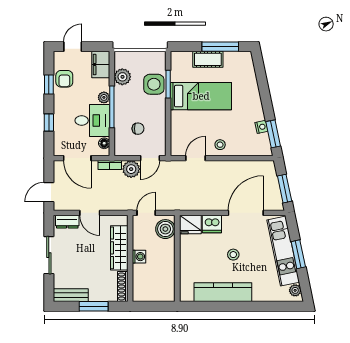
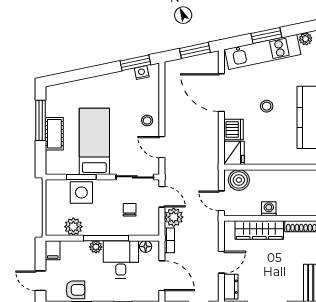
filing cabinet: (101, 65) -> (53, 250), width x0.50
nightstand: (261, 127) -> (142, 73), moved
sliding door: (168, 133) -> (135, 177), added
door: (77, 158) -> (162, 276), hinge flipped

